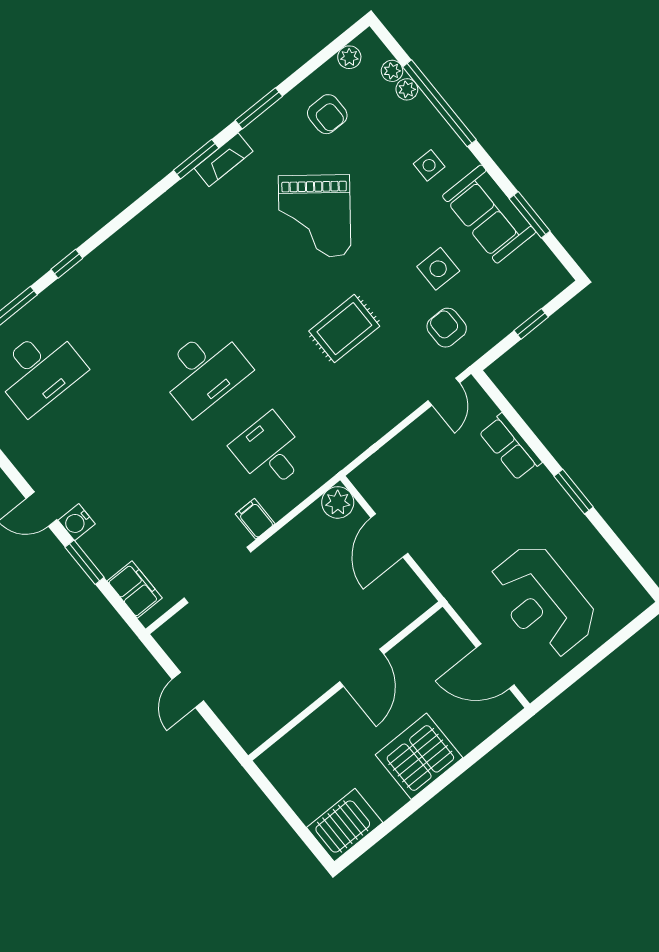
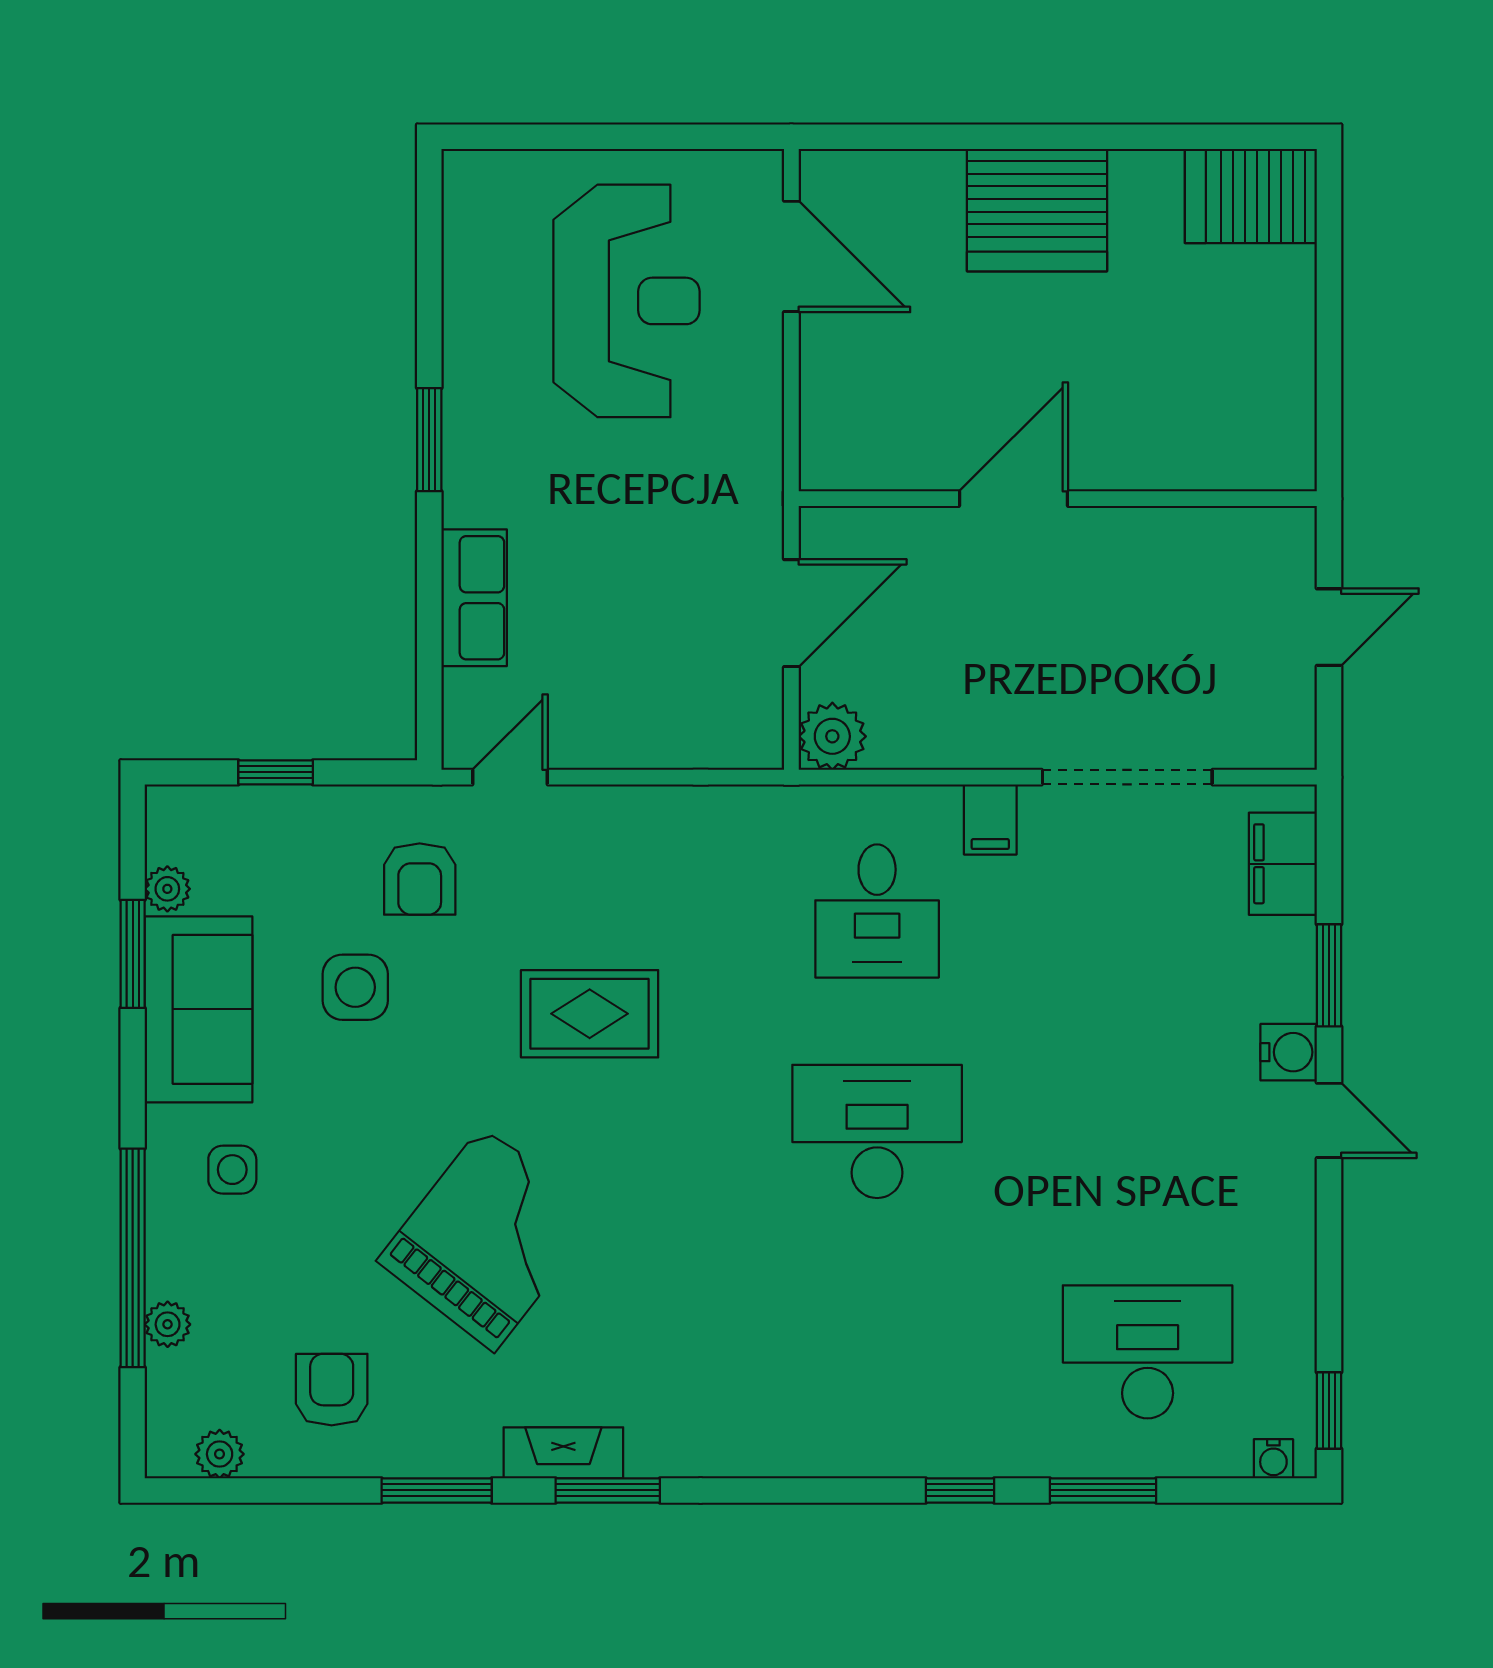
plant: (392, 71) -> (167, 889), moved
door: (362, 668) -> (1013, 499), moved
wall: (345, 681) -> (1058, 499), moved

